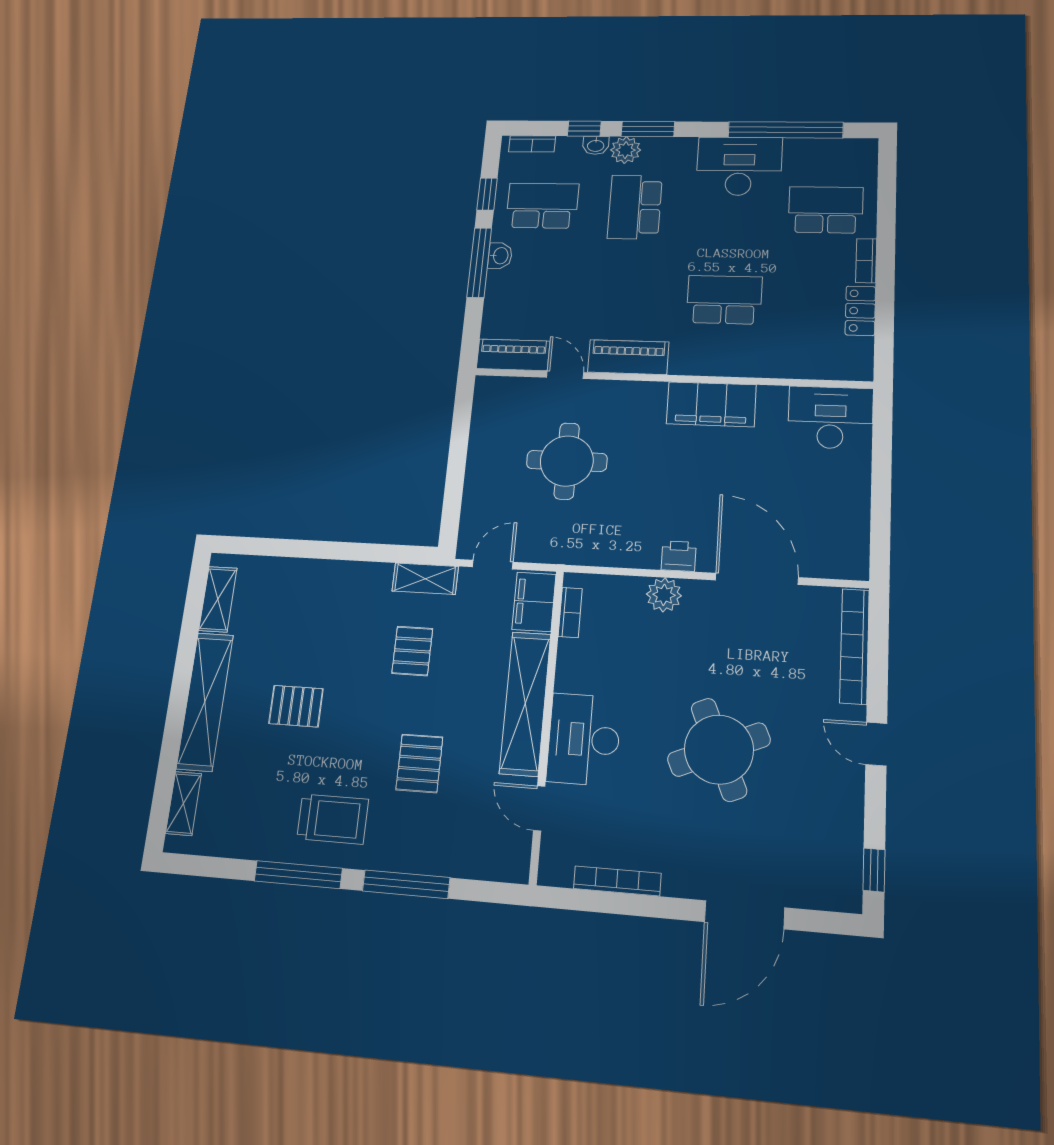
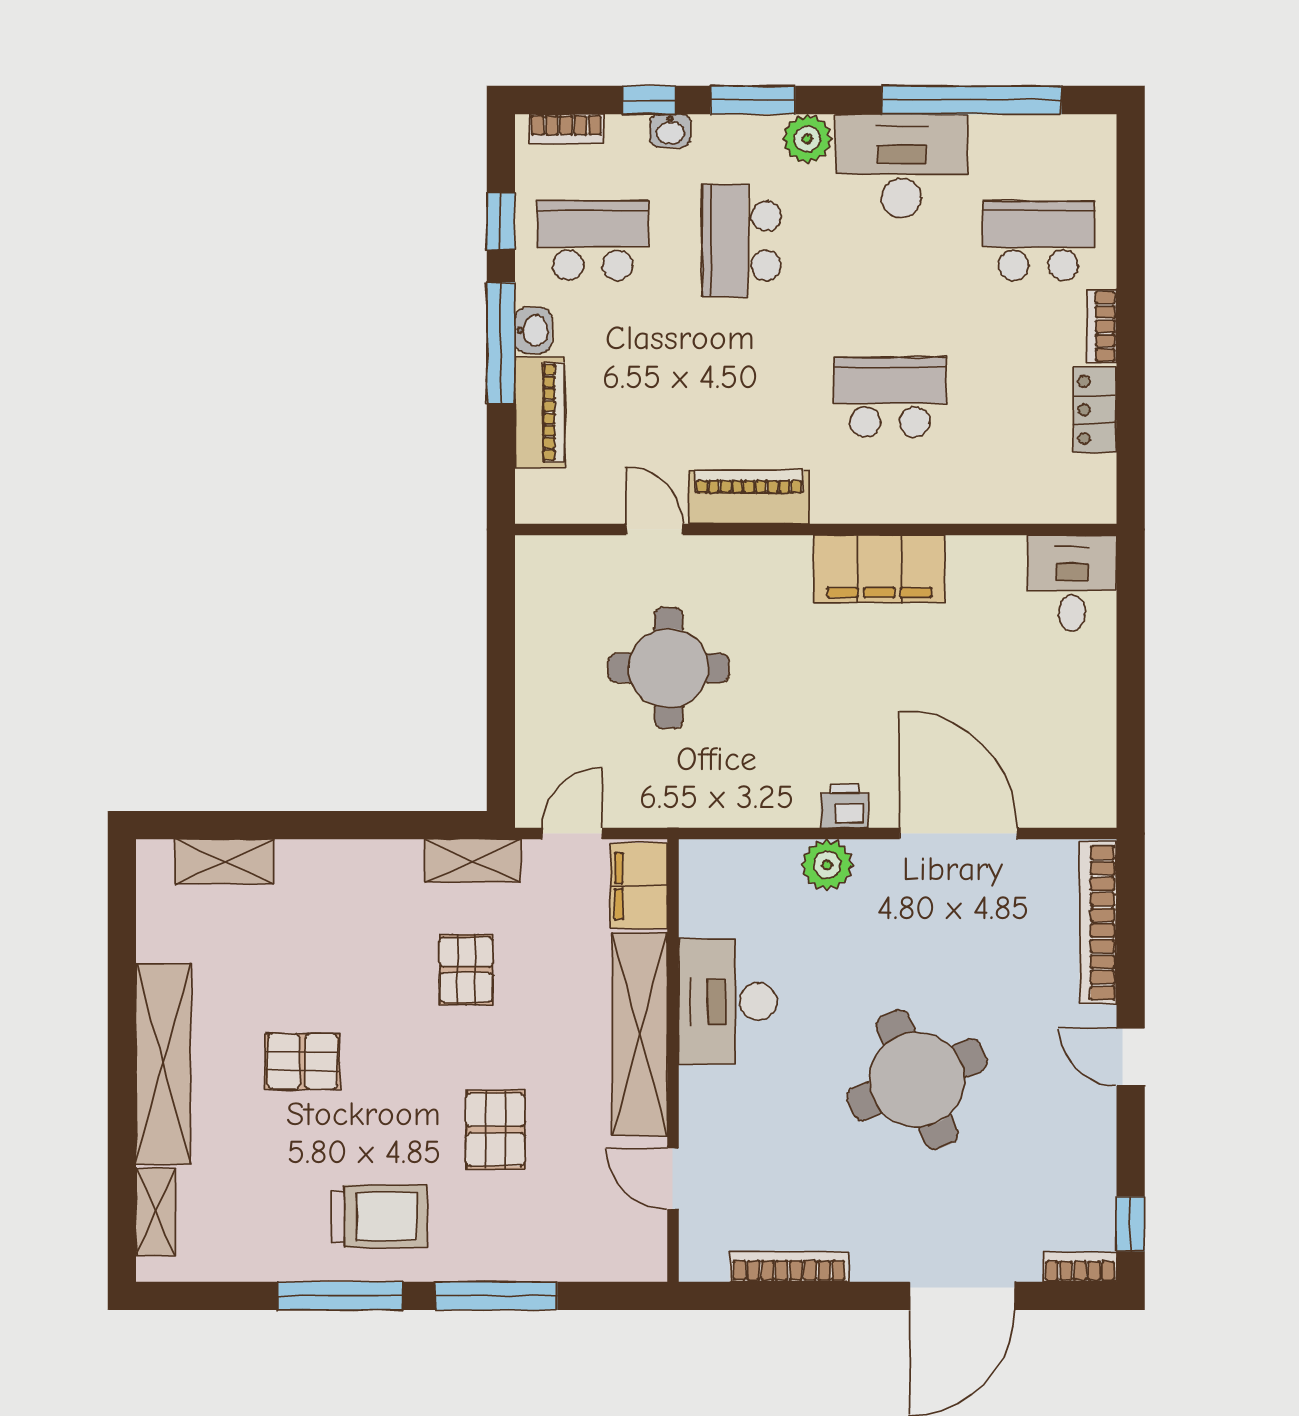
plant: (626, 150) -> (807, 139), moved
piano: (513, 355) -> (540, 412), moved, turned 90
desk: (830, 418) -> (1072, 583), width x0.73
shelving: (218, 599) -> (224, 861), moved, turned 90
bookcase: (570, 613) -> (1080, 1267), moved, turned -90
desk: (584, 739) -> (728, 1002), moved

